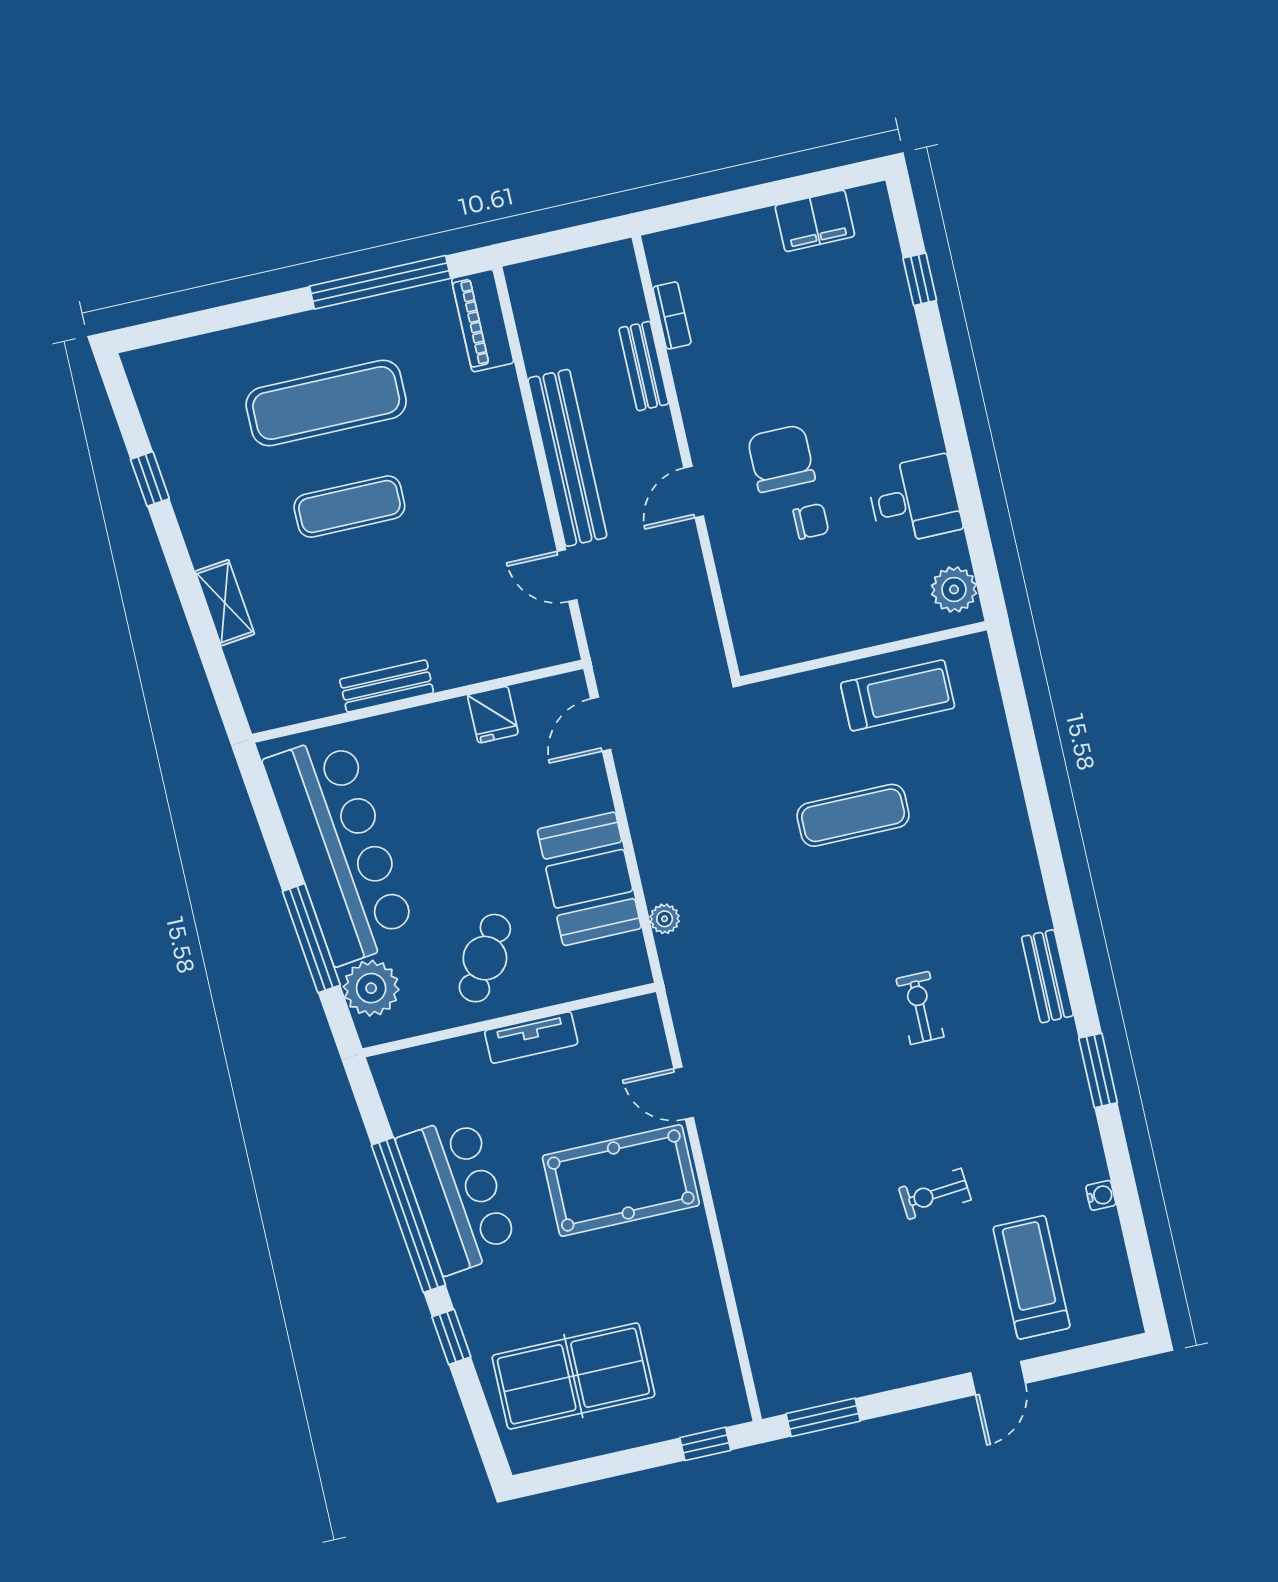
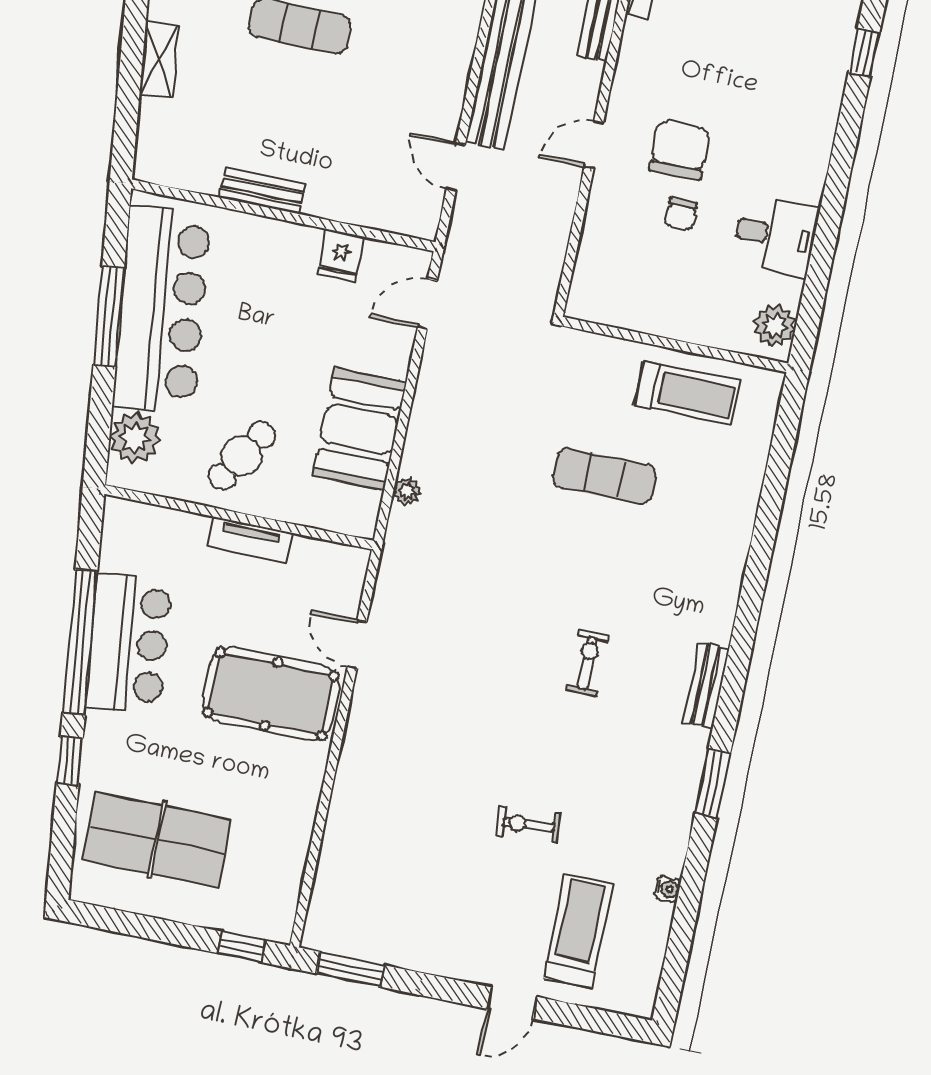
chair: (811, 521) -> (681, 214), turned 90
window: (311, 938) -> (109, 316), moved

